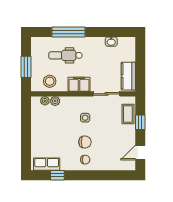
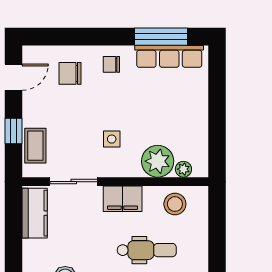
window: (26, 67) -> (217, 230), removed
plant: (55, 101) -> (158, 161), width x1.88, depth x1.88
chair: (85, 142) -> (70, 73), moved
row of seats: (47, 164) -> (169, 56), width x1.48
window: (57, 175) -> (161, 37), width x2.17

